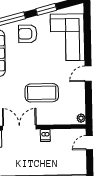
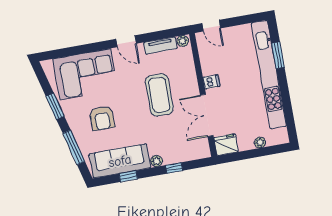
armchair: (28, 34) -> (102, 118), moved
tv unit: (80, 100) -> (160, 46), added

